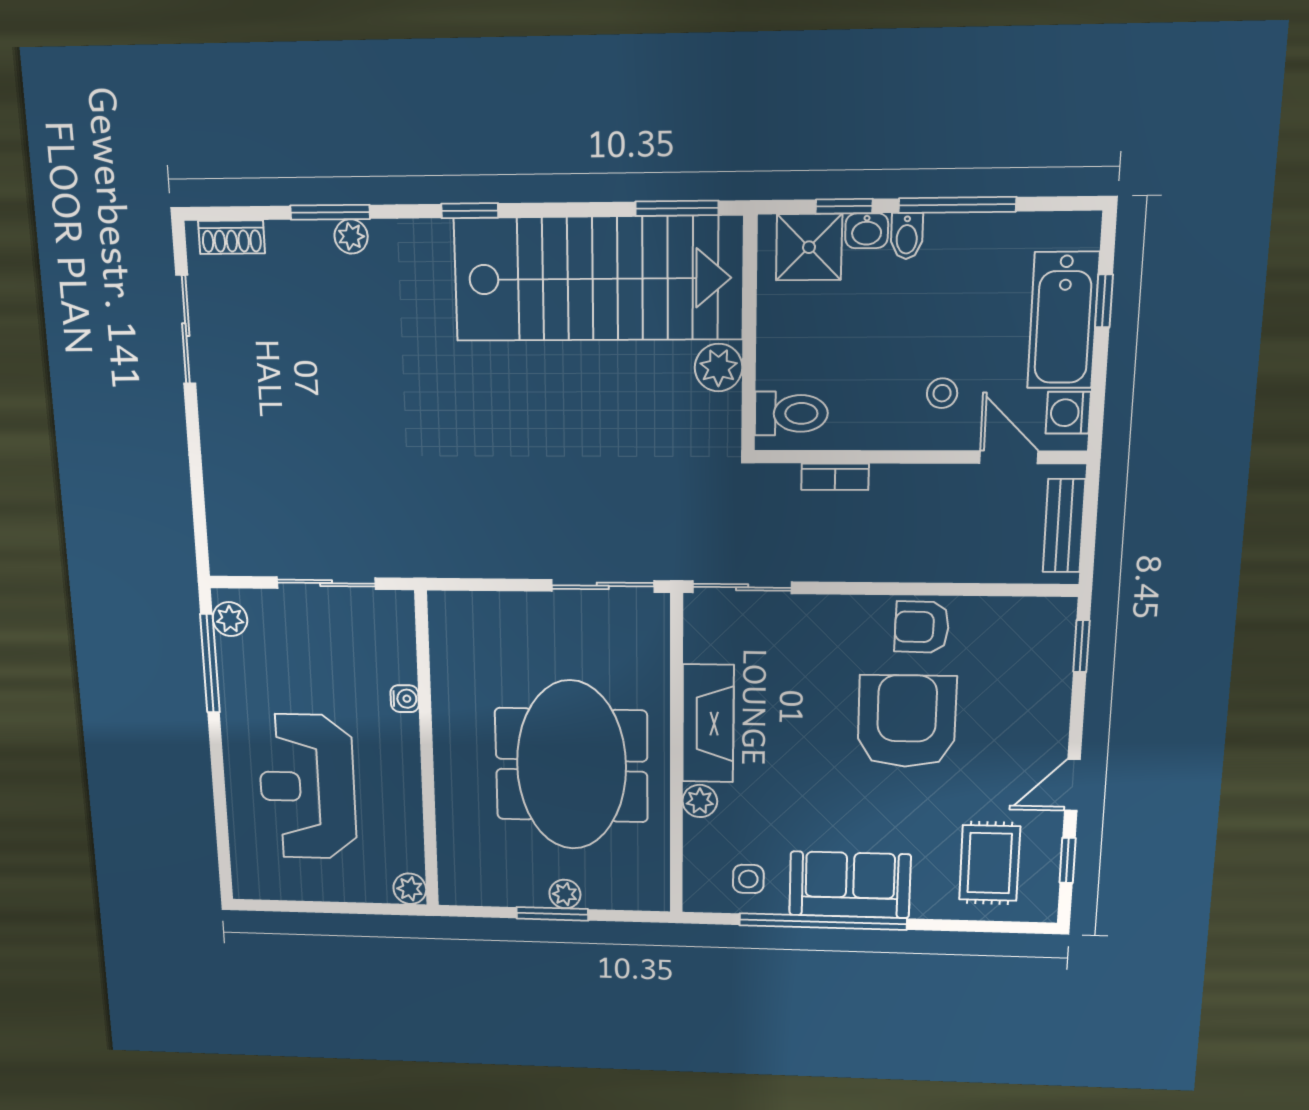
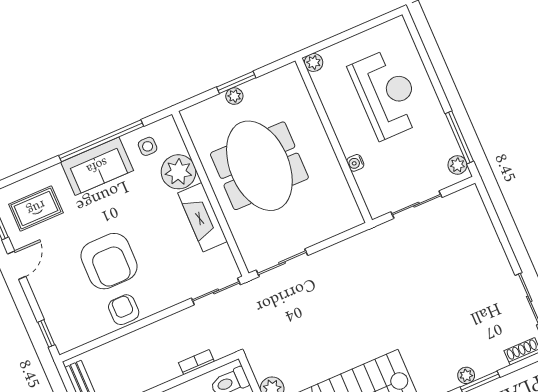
armchair: (922, 627) -> (124, 310), turned -91
plant: (700, 801) -> (178, 172), width x1.88, depth x1.88
rug: (990, 863) -> (36, 208), turned 90

